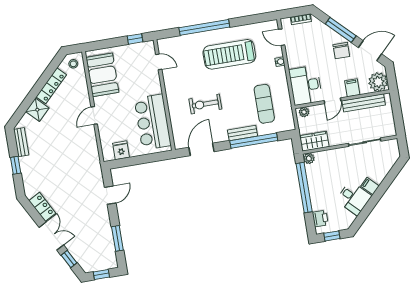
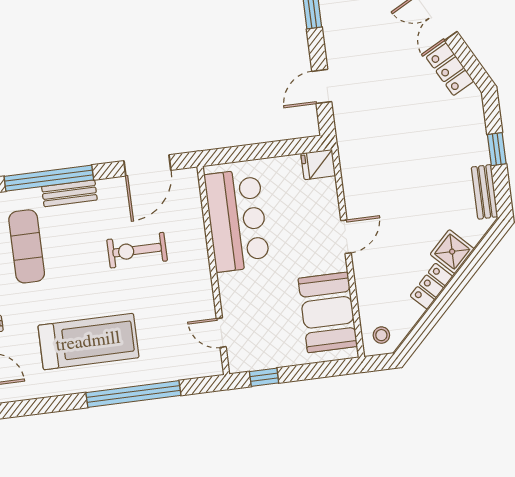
locker: (51, 86) -> (431, 286), width x0.66
exercise bike: (205, 104) -> (137, 250), turned 180
fridge: (121, 150) -> (318, 165), moved, turned 90

